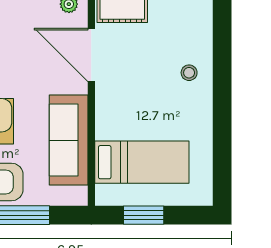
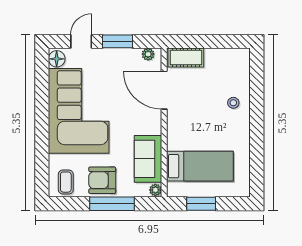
sofa: (69, 140) -> (148, 159), width x0.73
plant: (79, 196) -> (155, 190), added

